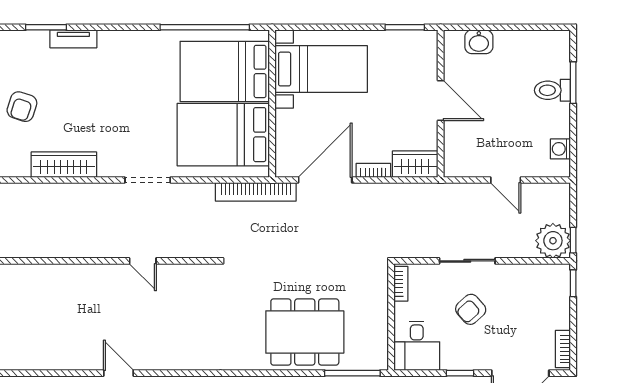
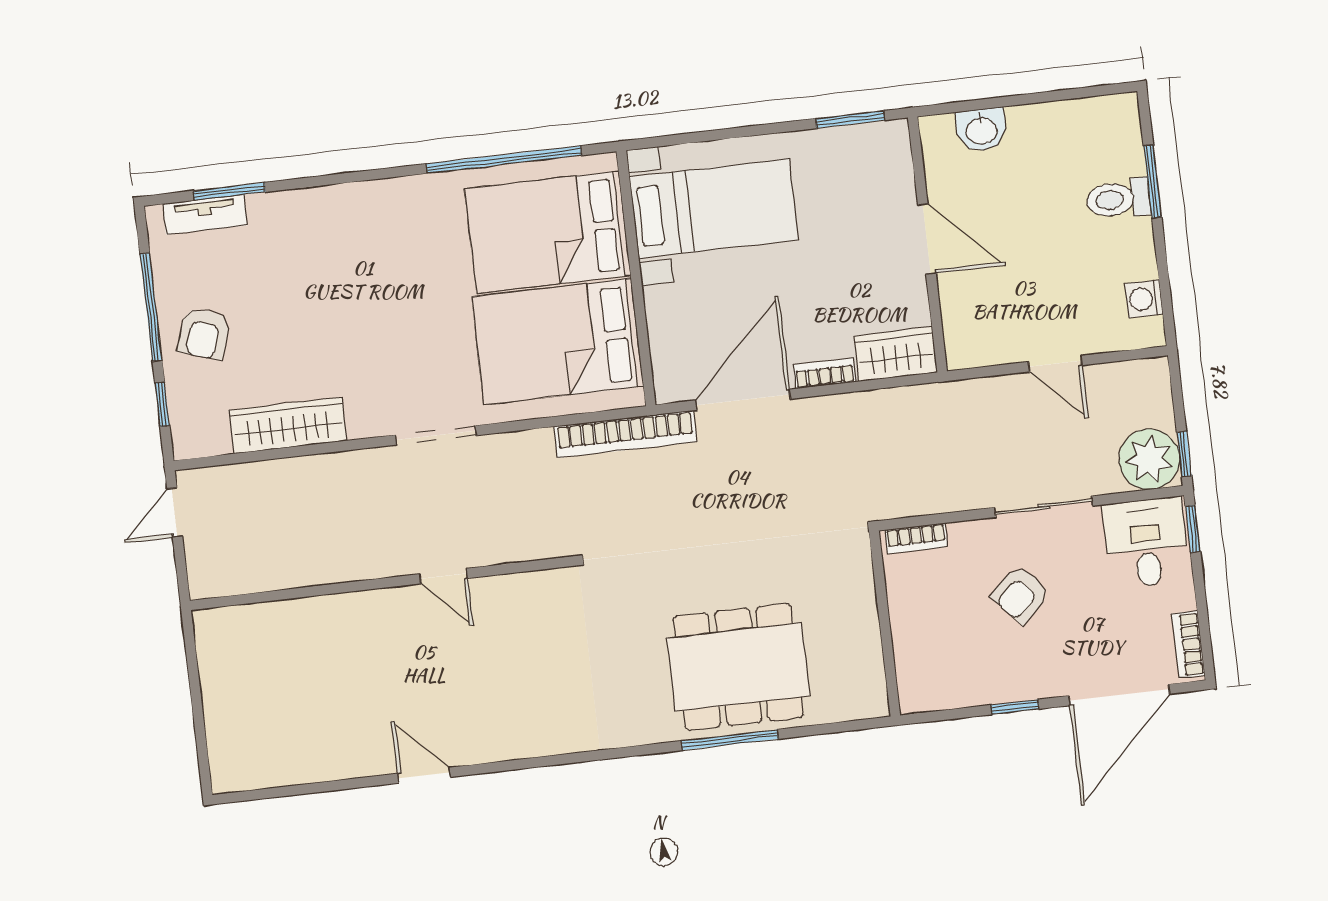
tv unit: (73, 39) -> (205, 215), moved
sliding door: (467, 261) -> (1044, 507), moved
bookcase: (401, 284) -> (916, 538), moved, turned 90
desk: (417, 346) -> (1146, 543), moved, turned 180
window: (352, 373) -> (730, 740), moved

